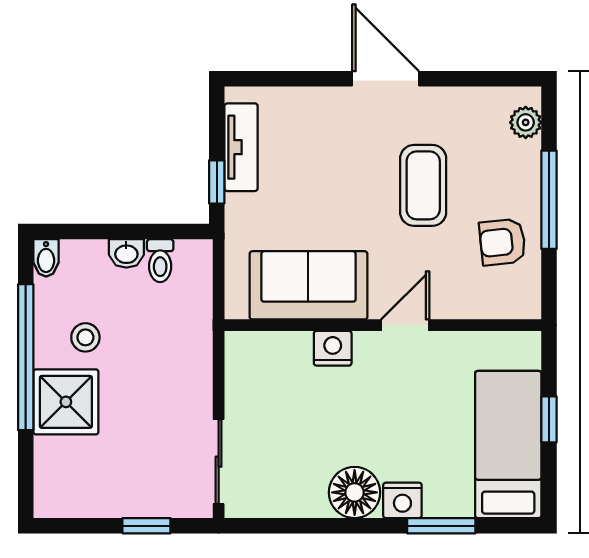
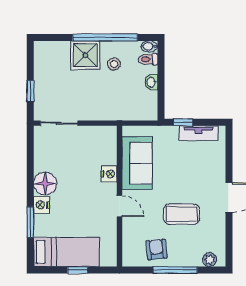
toilet: (160, 261) -> (148, 59), moved

